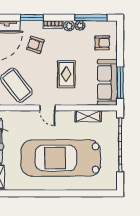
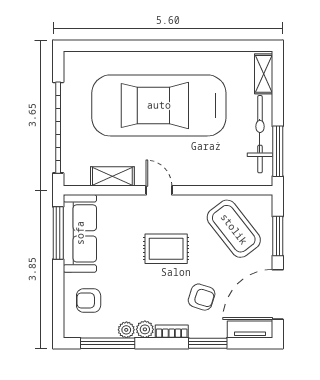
rug: (66, 74) -> (166, 249), moved, turned 90
door: (47, 108) -> (159, 190), moved
car: (61, 158) -> (159, 105), turned 180

